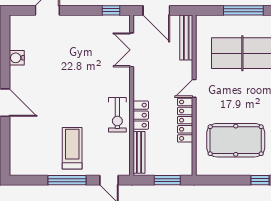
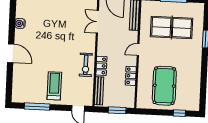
locker: (185, 120) -> (131, 76), width x0.66
pool table: (236, 140) -> (164, 86), turned 90
window: (67, 180) -> (37, 106), moved

